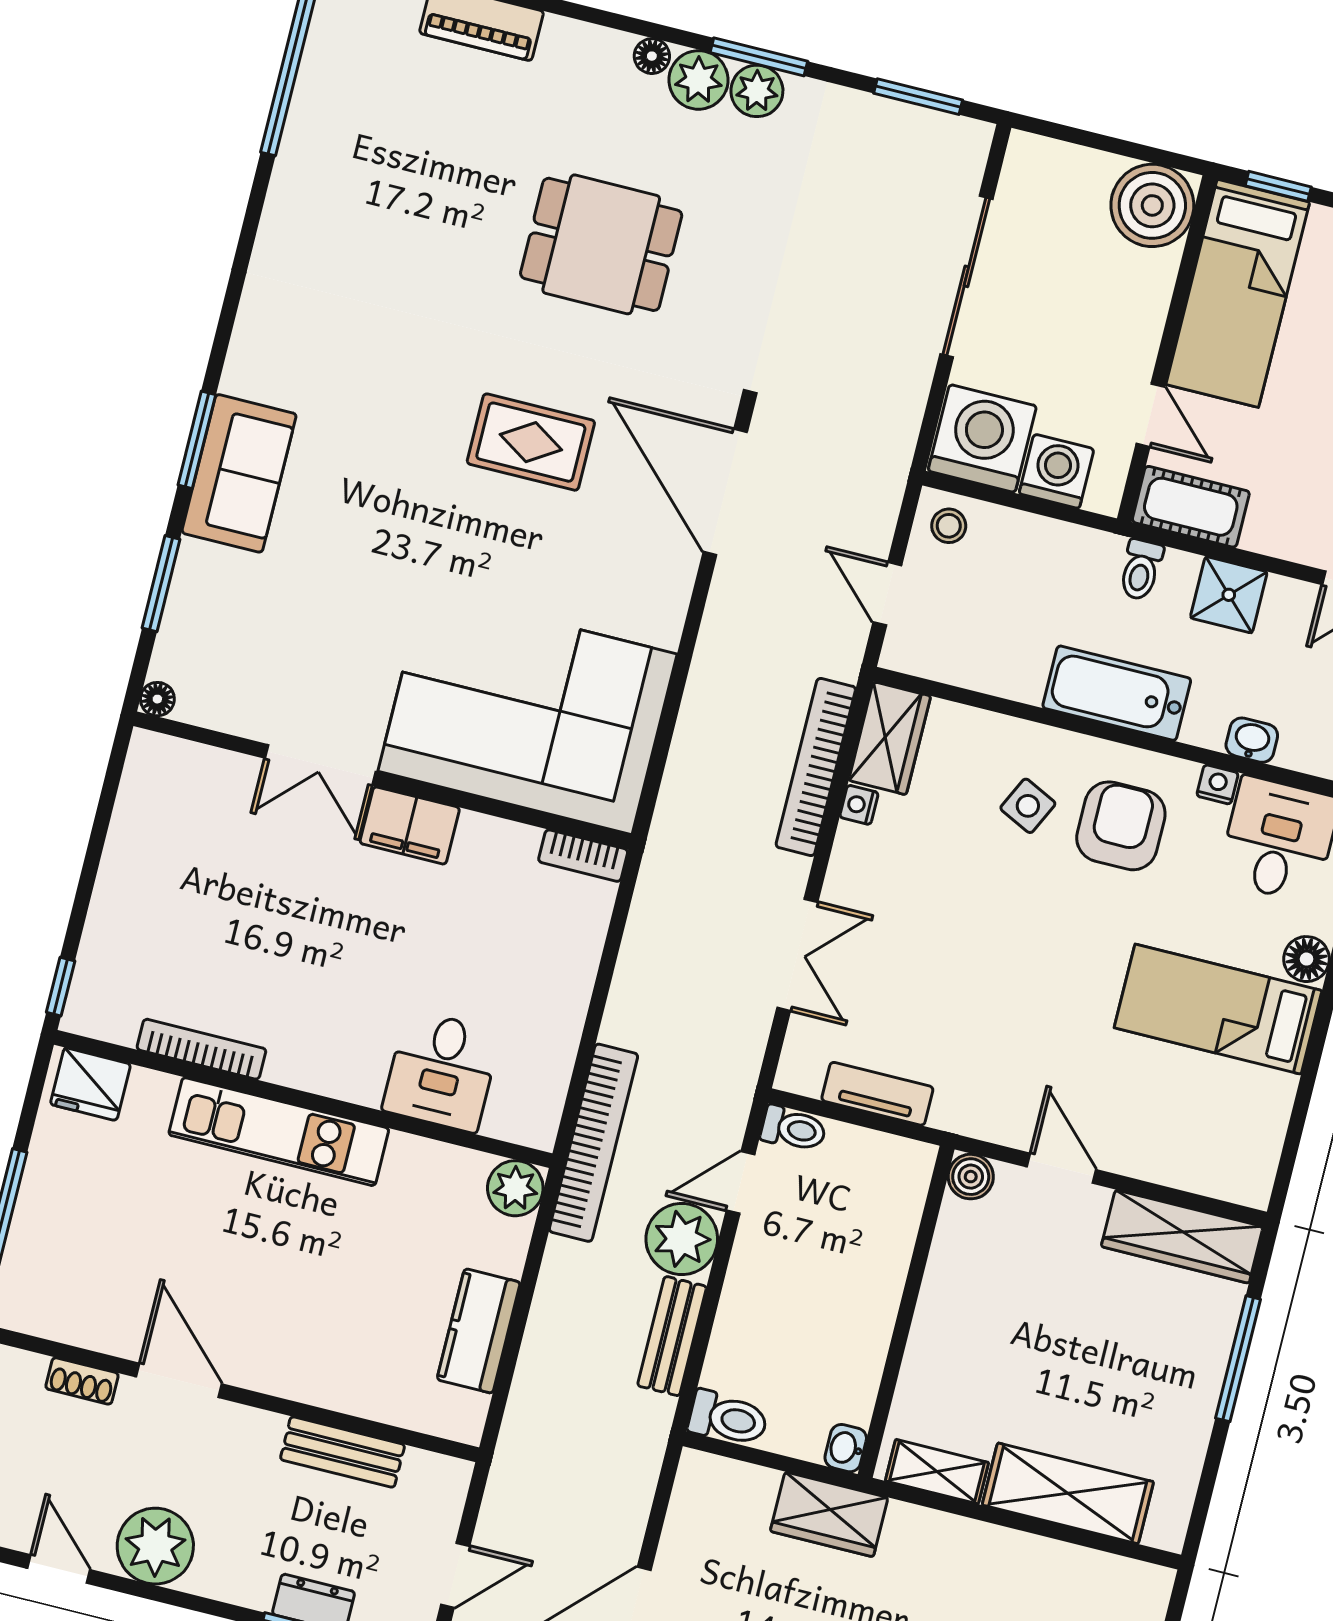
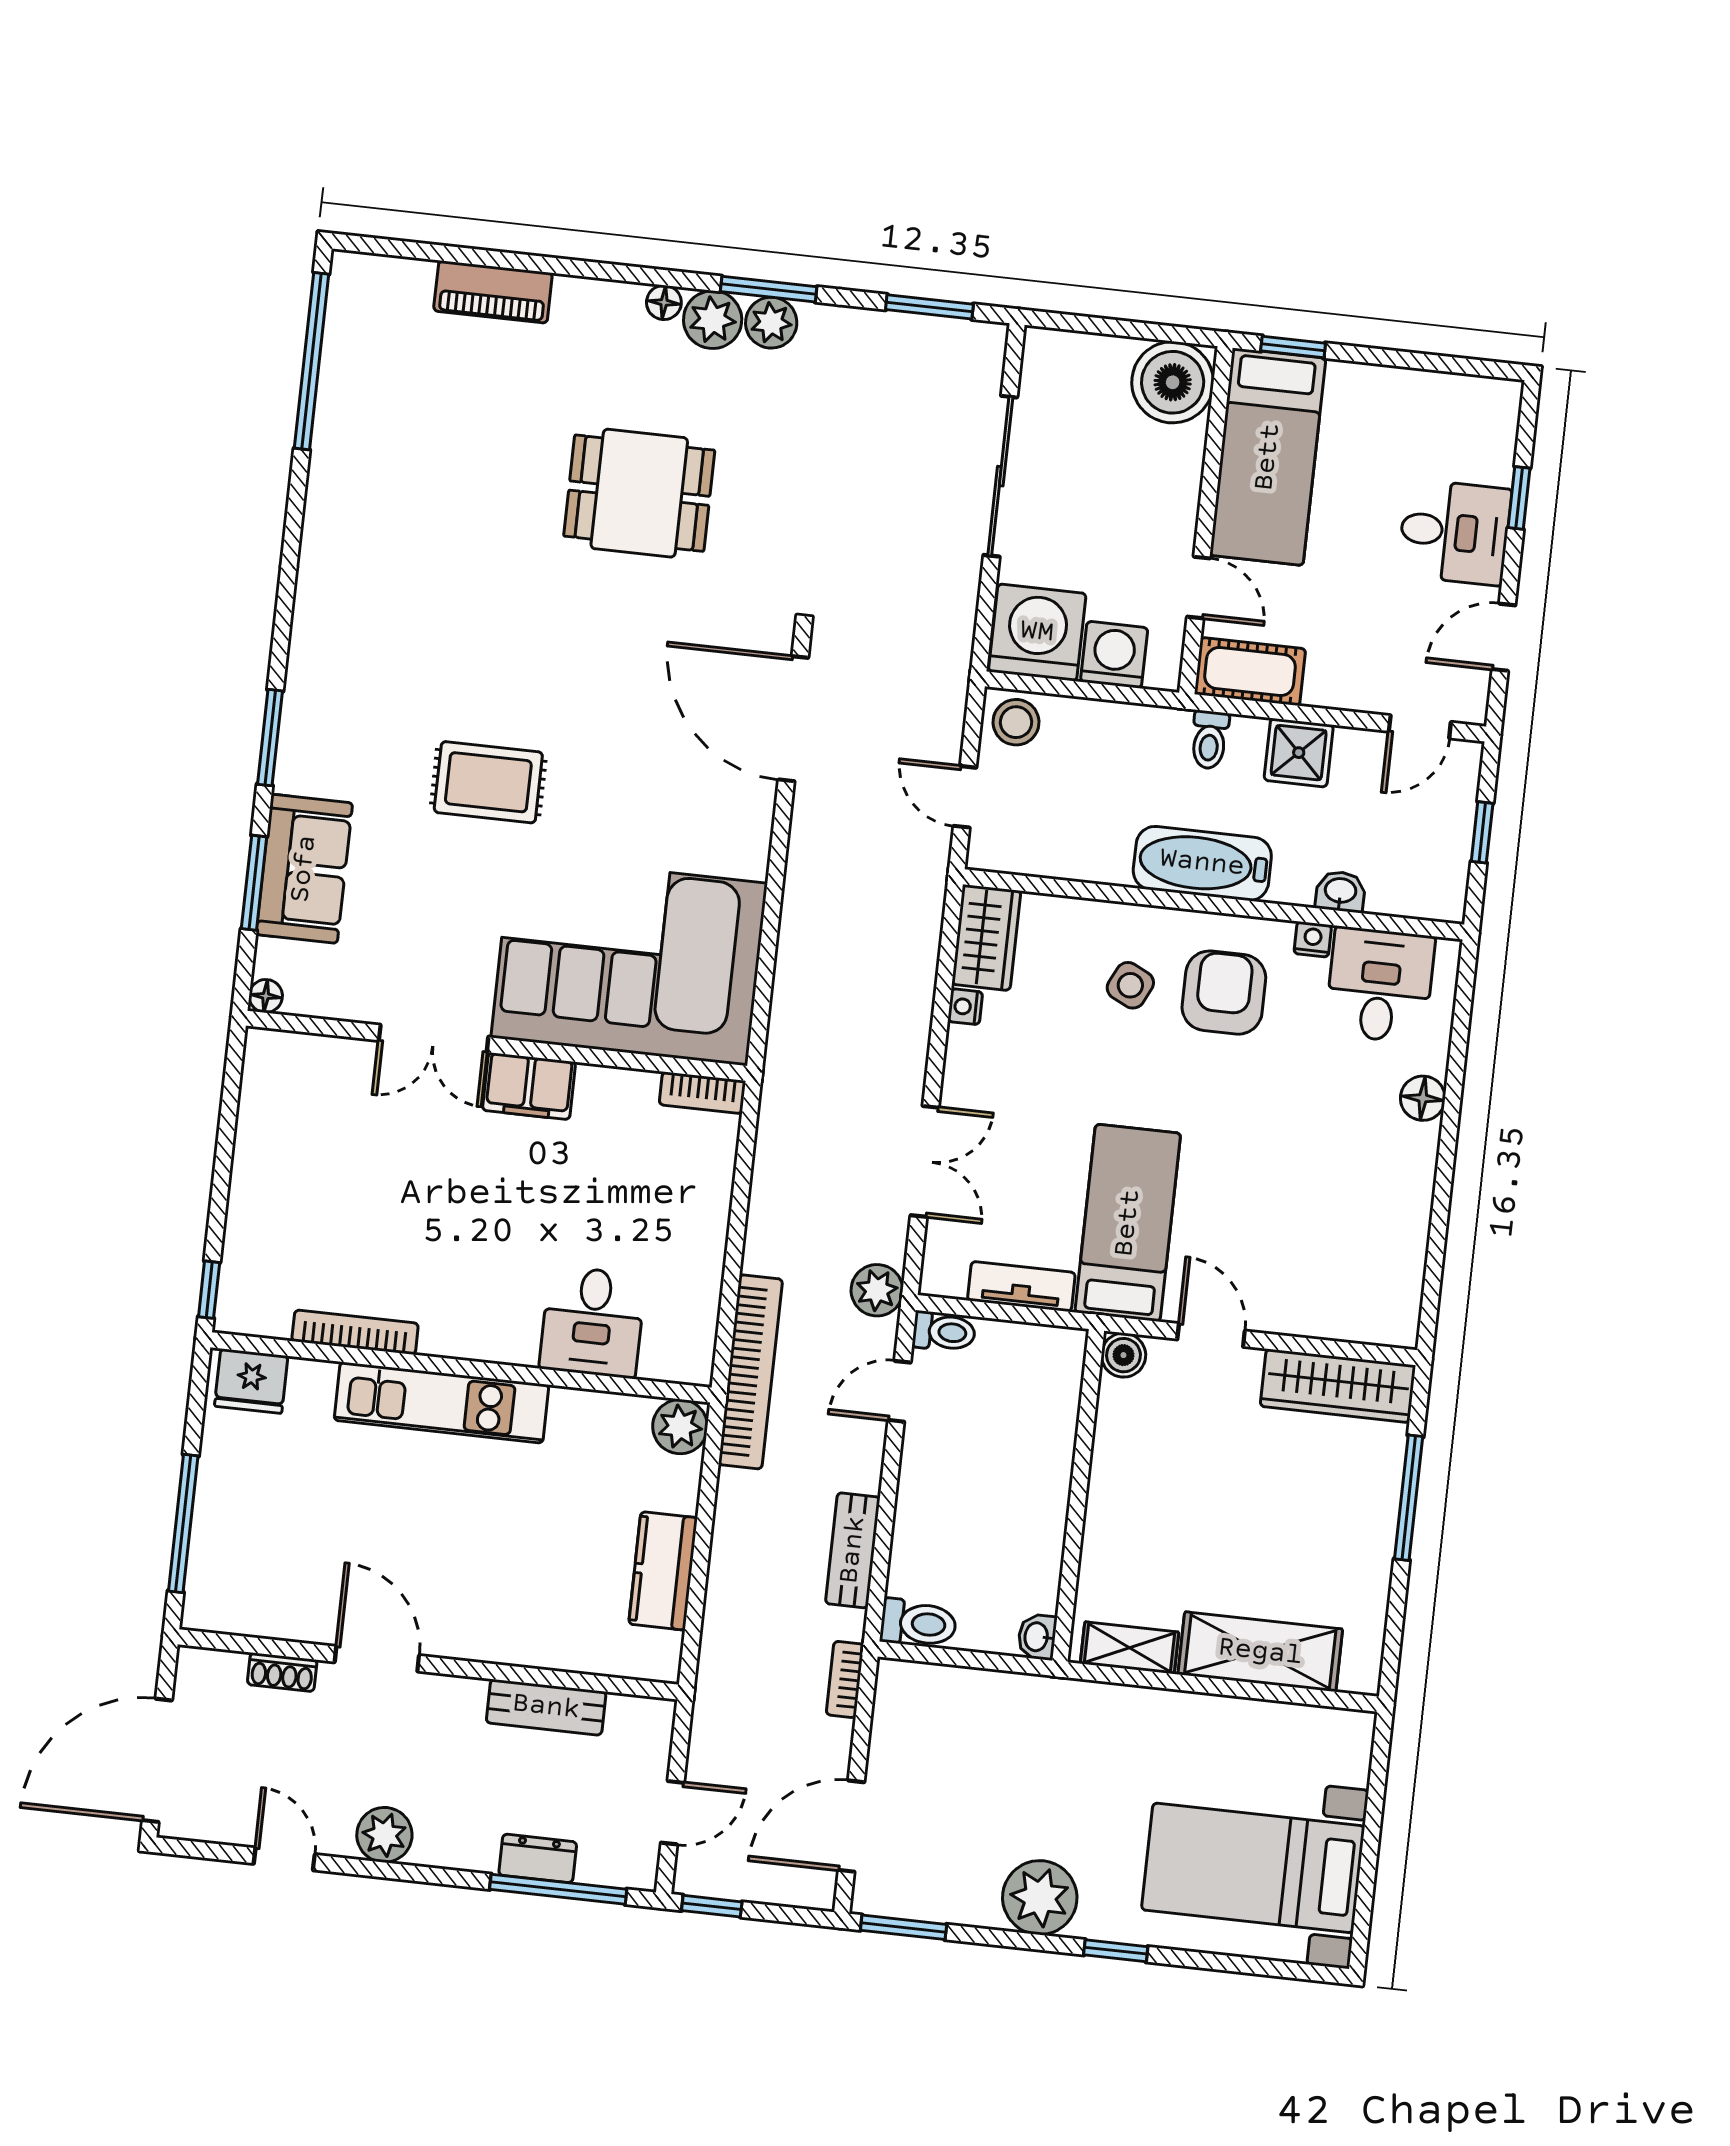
rug: (531, 442) -> (488, 782), moved
sofa: (239, 473) -> (304, 869), moved
stool: (949, 526) -> (1016, 722), width x1.37, depth x1.37
bookcase: (816, 767) -> (845, 1679), moved, width x0.43, depth x0.76
bed: (1218, 1009) -> (1128, 1223), moved, turned 90
plant: (682, 1239) -> (877, 1290), moved, width x0.73, depth x0.73
wardrobe: (829, 1514) -> (1030, 1704), removed
plant: (155, 1546) -> (384, 1835), width x0.73, depth x0.73

